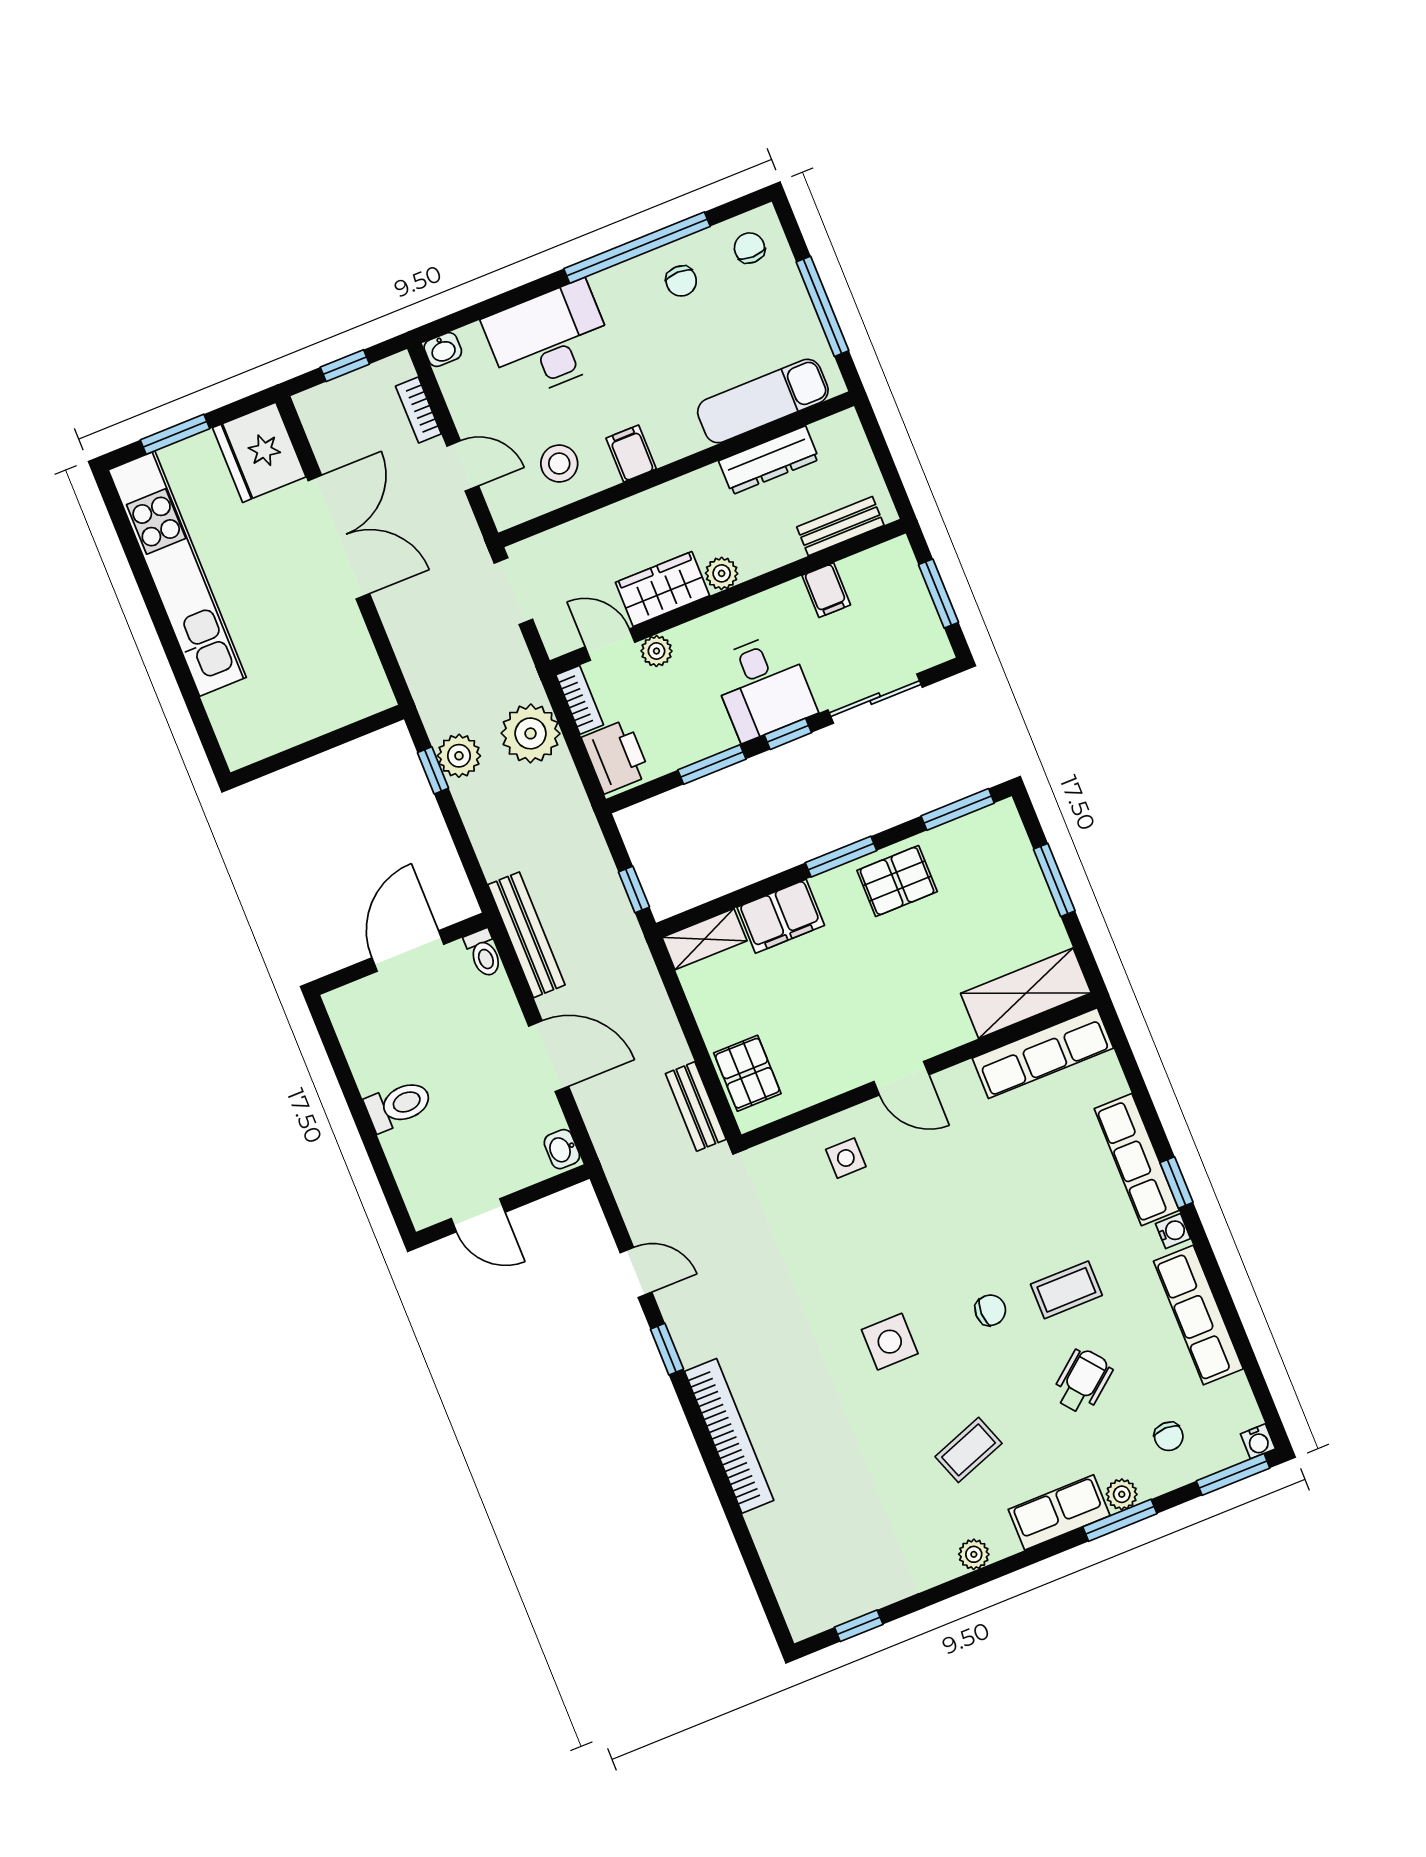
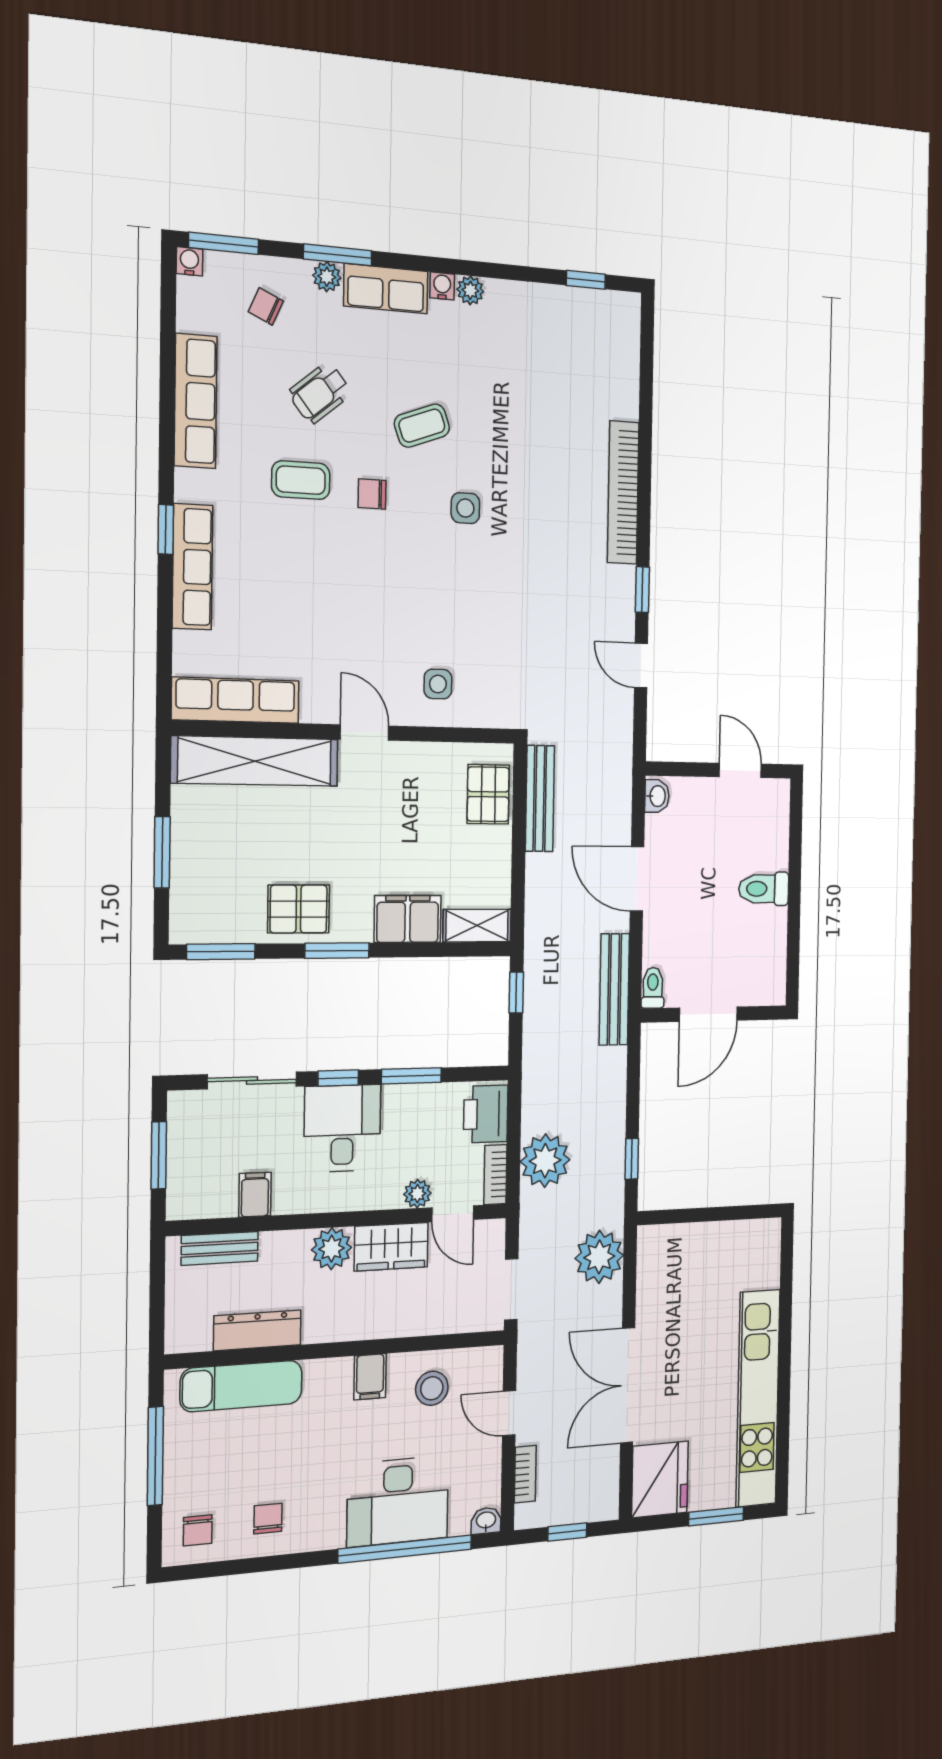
window: (637, 248) -> (405, 1549), moved
plant: (722, 573) -> (332, 1249), width x1.38, depth x1.38
plant: (459, 756) -> (599, 1257), moved, width x1.36, depth x1.36
shelving: (1026, 993) -> (255, 761), width x1.47
bench: (696, 1106) -> (540, 798), width x1.36
water cooler: (1173, 1231) -> (442, 286), moved, turned 90
side table: (890, 1342) -> (465, 508), width x0.73, depth x0.73
chair: (1169, 1436) -> (266, 306), turned -66
coffee table: (969, 1450) -> (422, 426), moved

